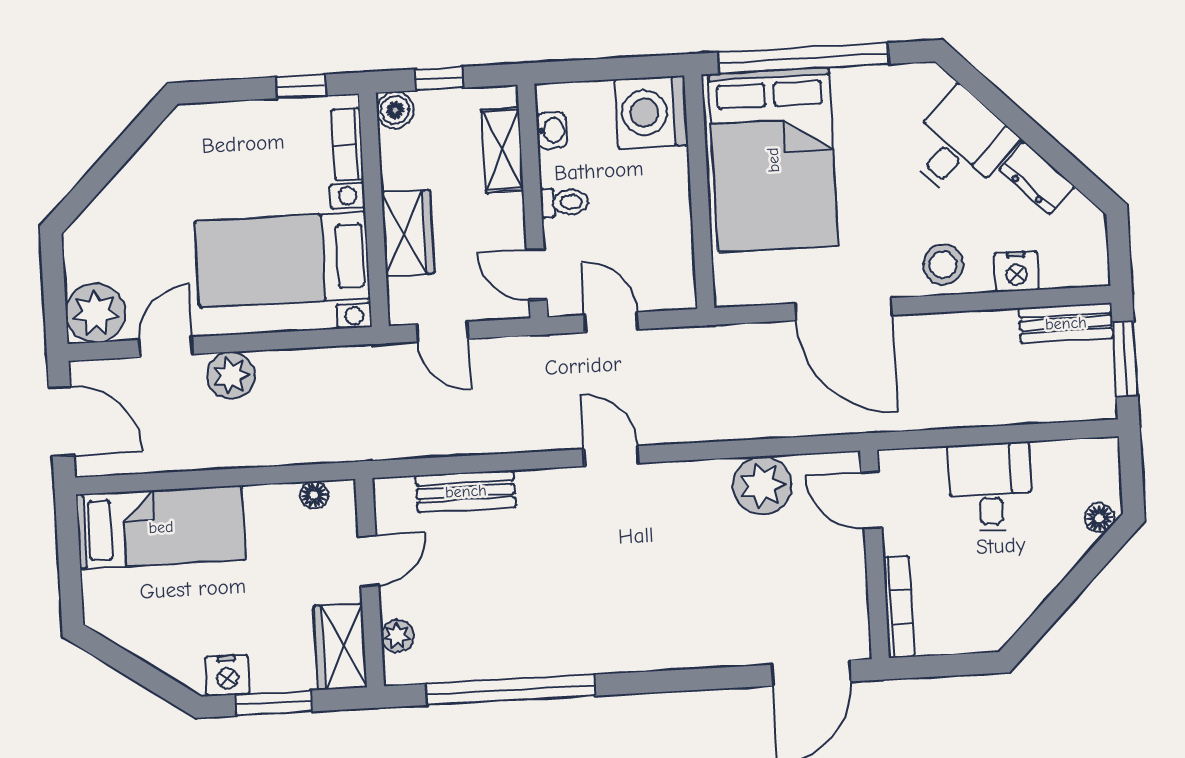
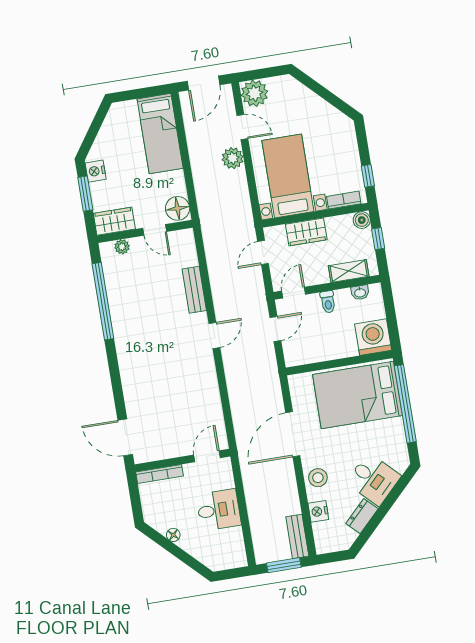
plant: (762, 485) -> (208, 406), removed
bench: (466, 491) -> (194, 290), moved
floor lamp: (314, 495) -> (178, 208), width x1.89, depth x1.89
floor lamp: (1099, 518) -> (173, 535), moved

